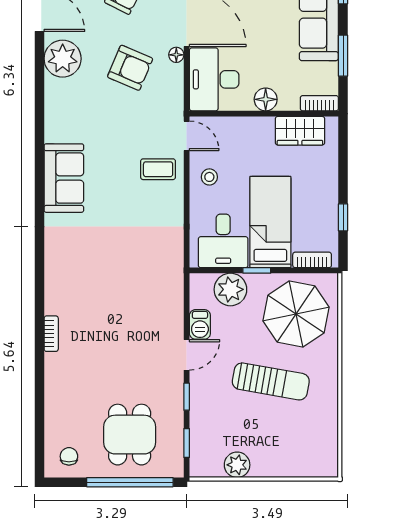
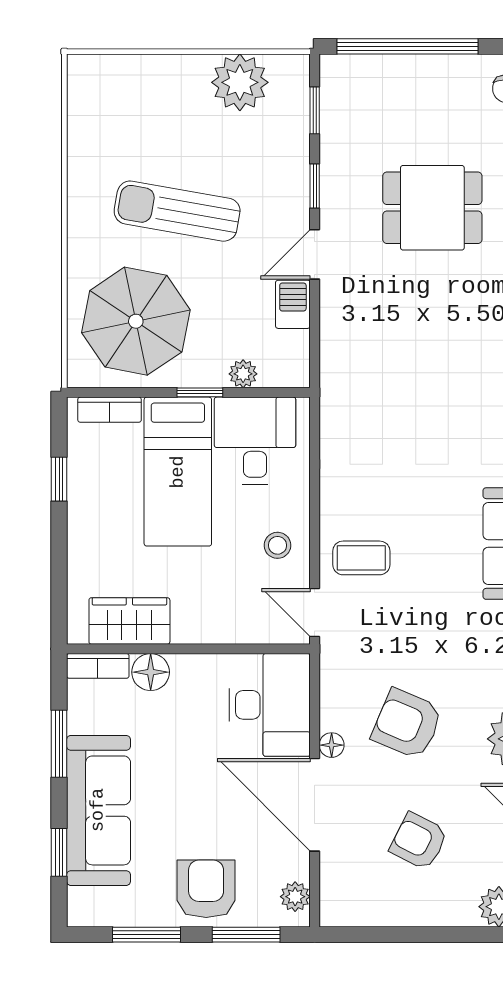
floor lamp: (266, 99) -> (151, 672), moved
plant: (230, 289) -> (243, 374), width x0.53, depth x0.53
dining table: (130, 435) -> (432, 208), moved, turned 90
plant: (237, 465) -> (240, 82), width x1.36, depth x1.36

